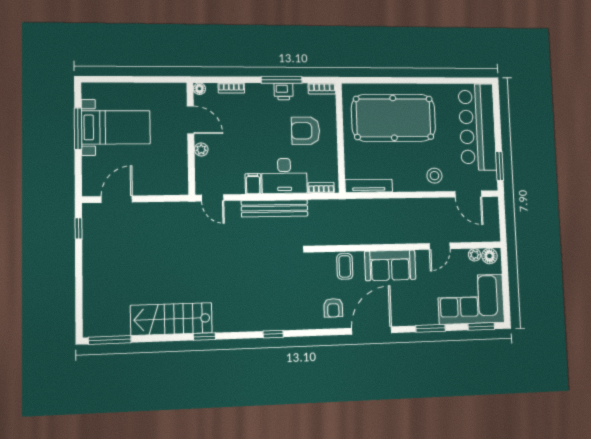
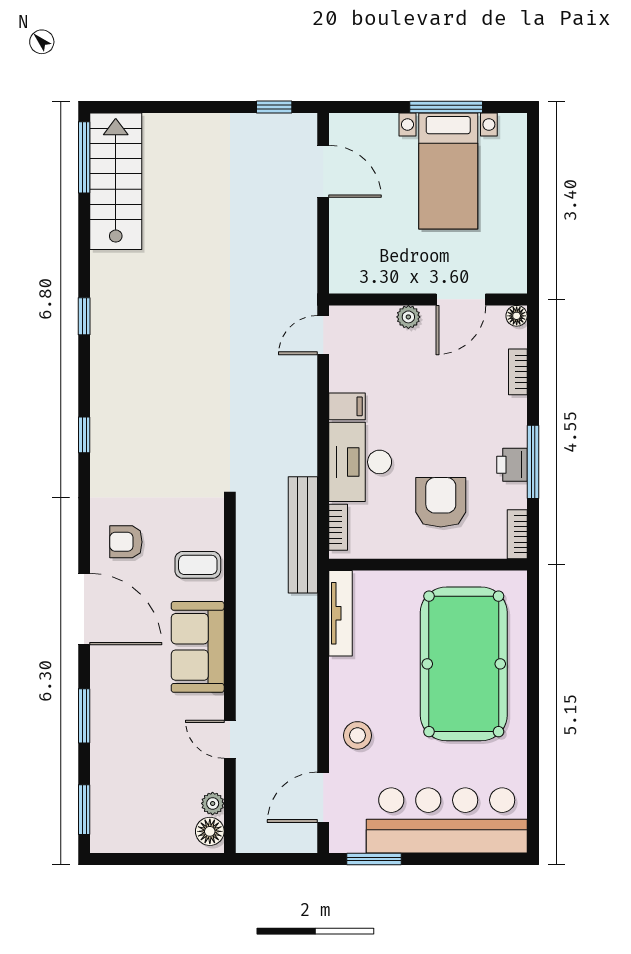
bench: (275, 208) -> (303, 535), moved
corner sofa: (471, 299) -> (133, 793), removed
stairs: (171, 319) -> (116, 181), moved

